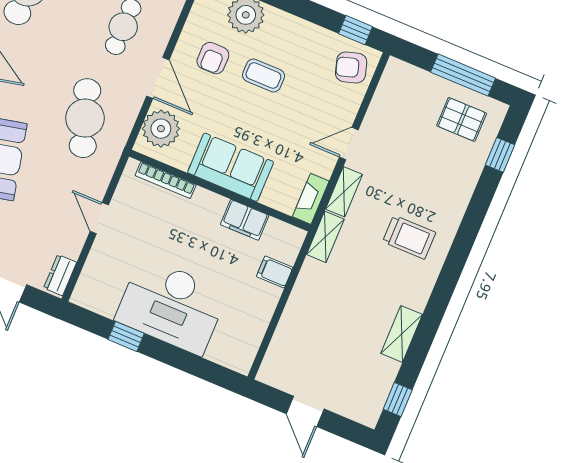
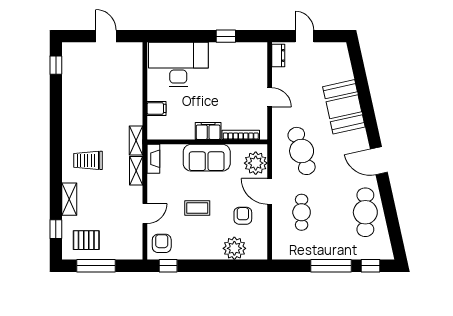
armchair: (351, 67) -> (162, 243), turned -73
coffee table: (263, 76) -> (197, 208), moved
door: (349, 143) -> (145, 213), moved
filing cabinet: (245, 220) -> (208, 131), moved
desk: (172, 306) -> (178, 65), moved
shelving: (402, 334) -> (69, 199), moved

